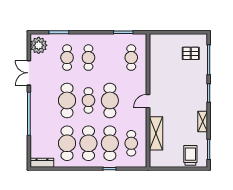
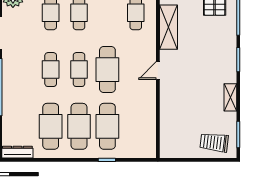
cafe table: (67, 100) -> (51, 70), width x0.73, depth x0.74
shelving: (156, 133) -> (169, 27), moved
cafe table: (131, 143) -> (136, 126), removed
trolley: (190, 155) -> (214, 142), turned -83

